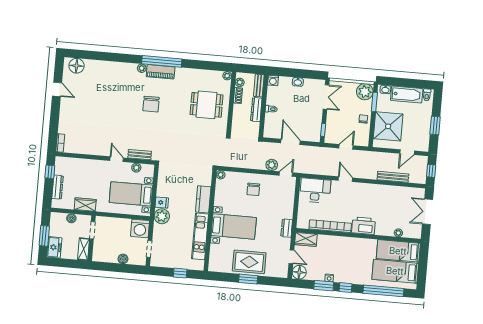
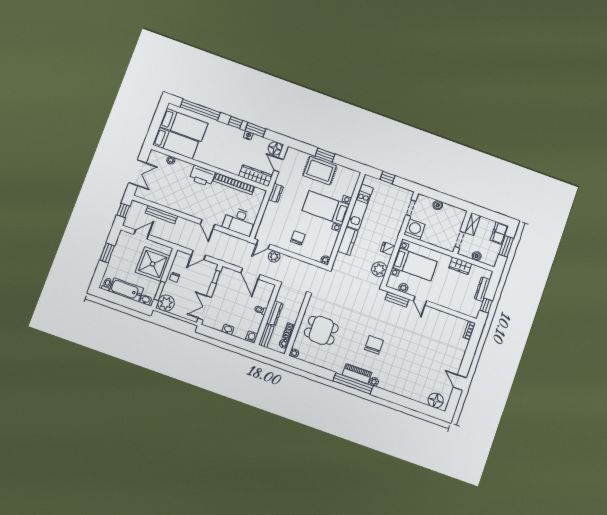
plant: (162, 216) -> (379, 269), moved
wardrobe: (306, 239) -> (256, 176), width x1.50

